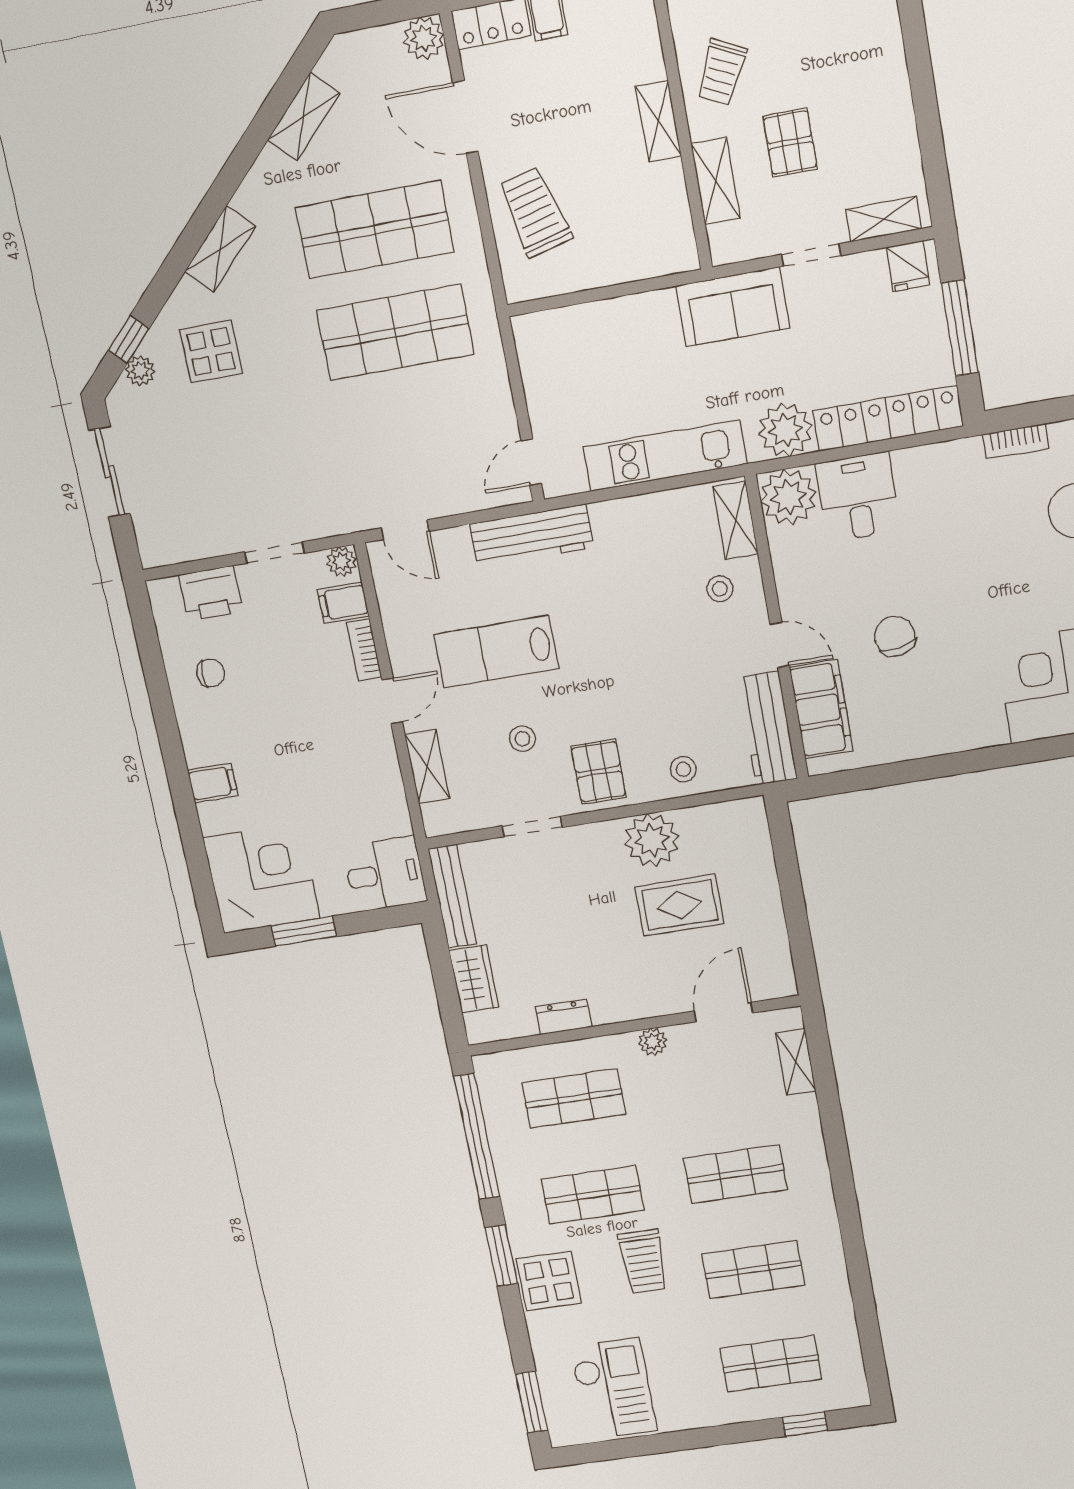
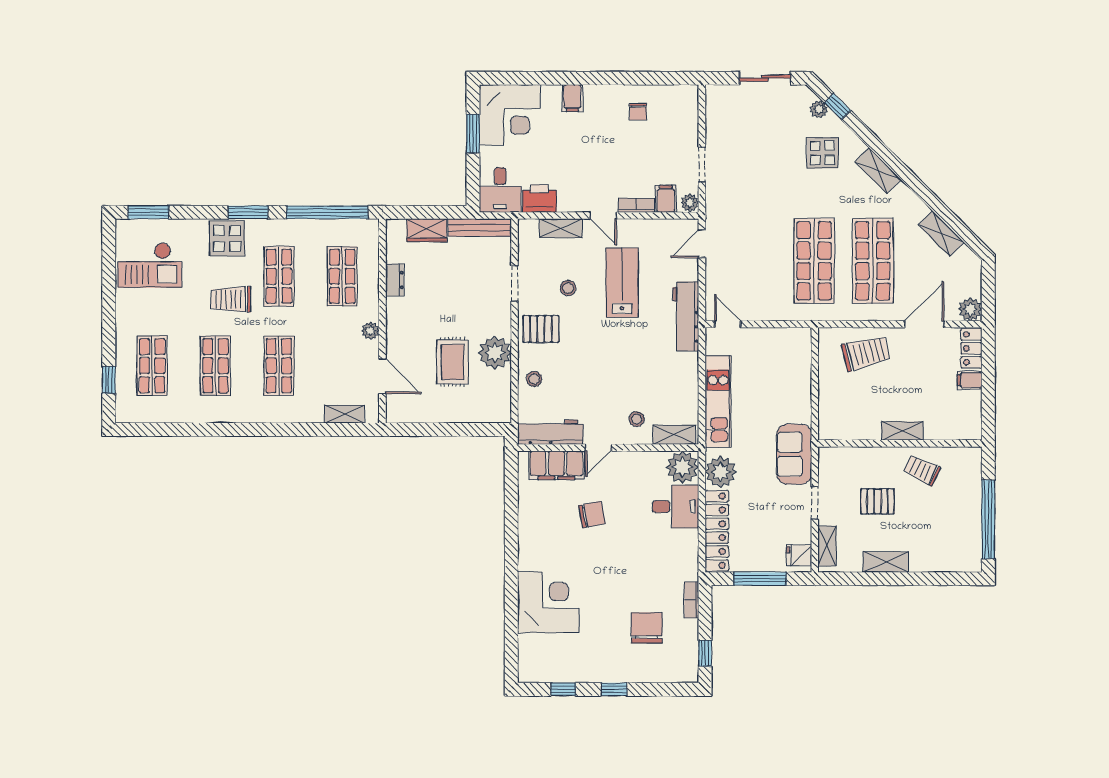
shelving: (716, 181) -> (886, 562), moved
printer: (211, 593) -> (539, 198), moved, turned 90

